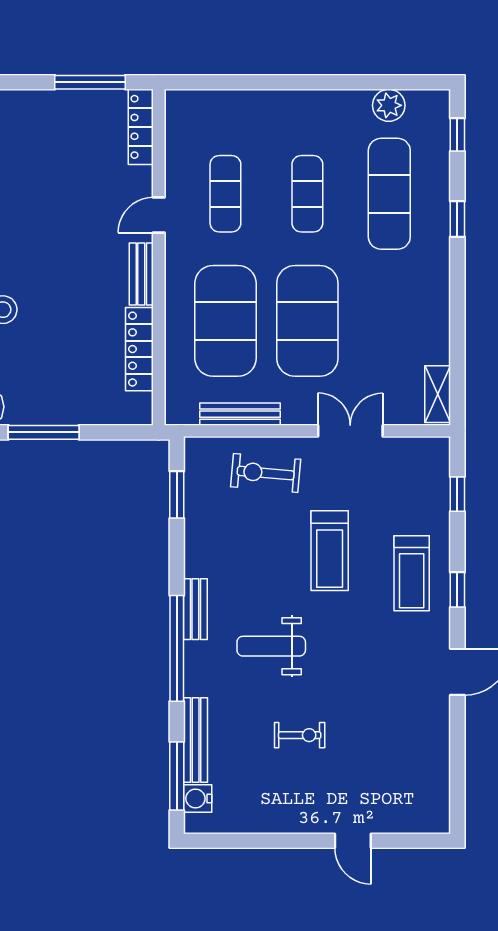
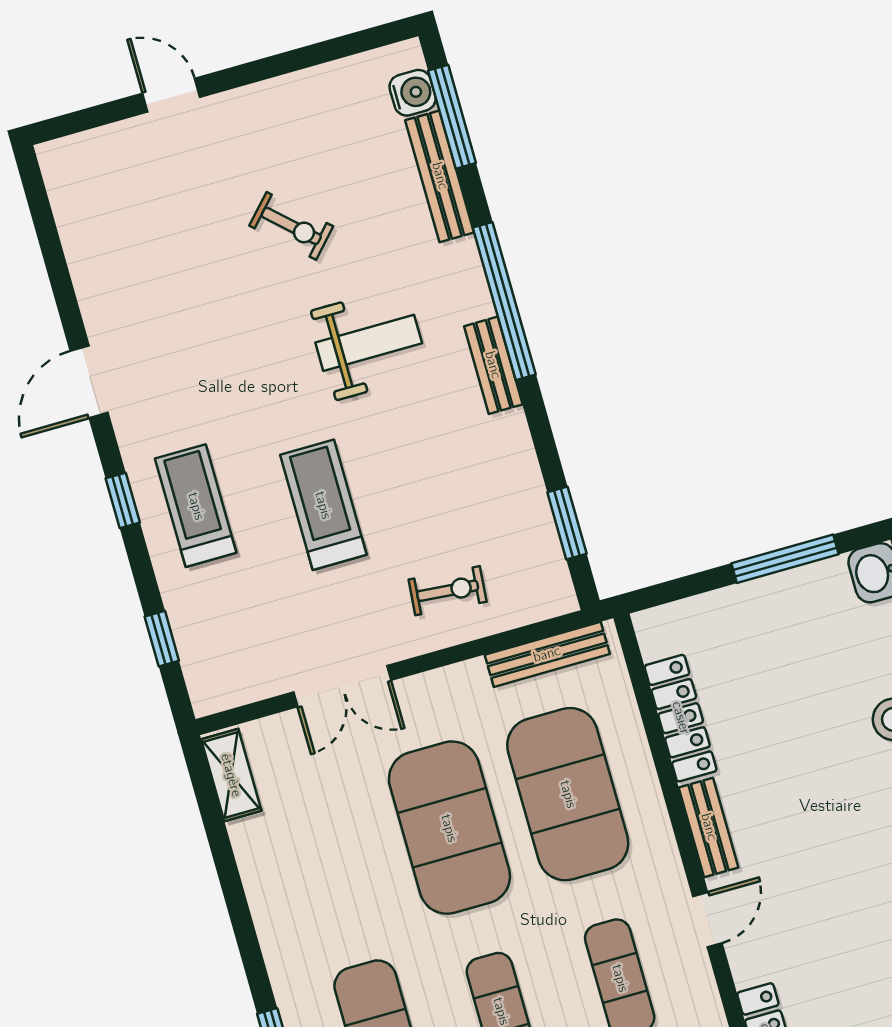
bench: (240, 414) -> (547, 654), moved
exercise bike: (266, 473) -> (448, 591), width x0.73, depth x0.72
exercise bike: (300, 735) -> (291, 226), turned -137

